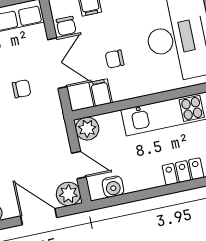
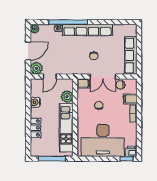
filing cabinet: (101, 93) -> (84, 83), moved
plant: (87, 129) -> (67, 97), moved
water cooler: (113, 187) -> (35, 102), moved

